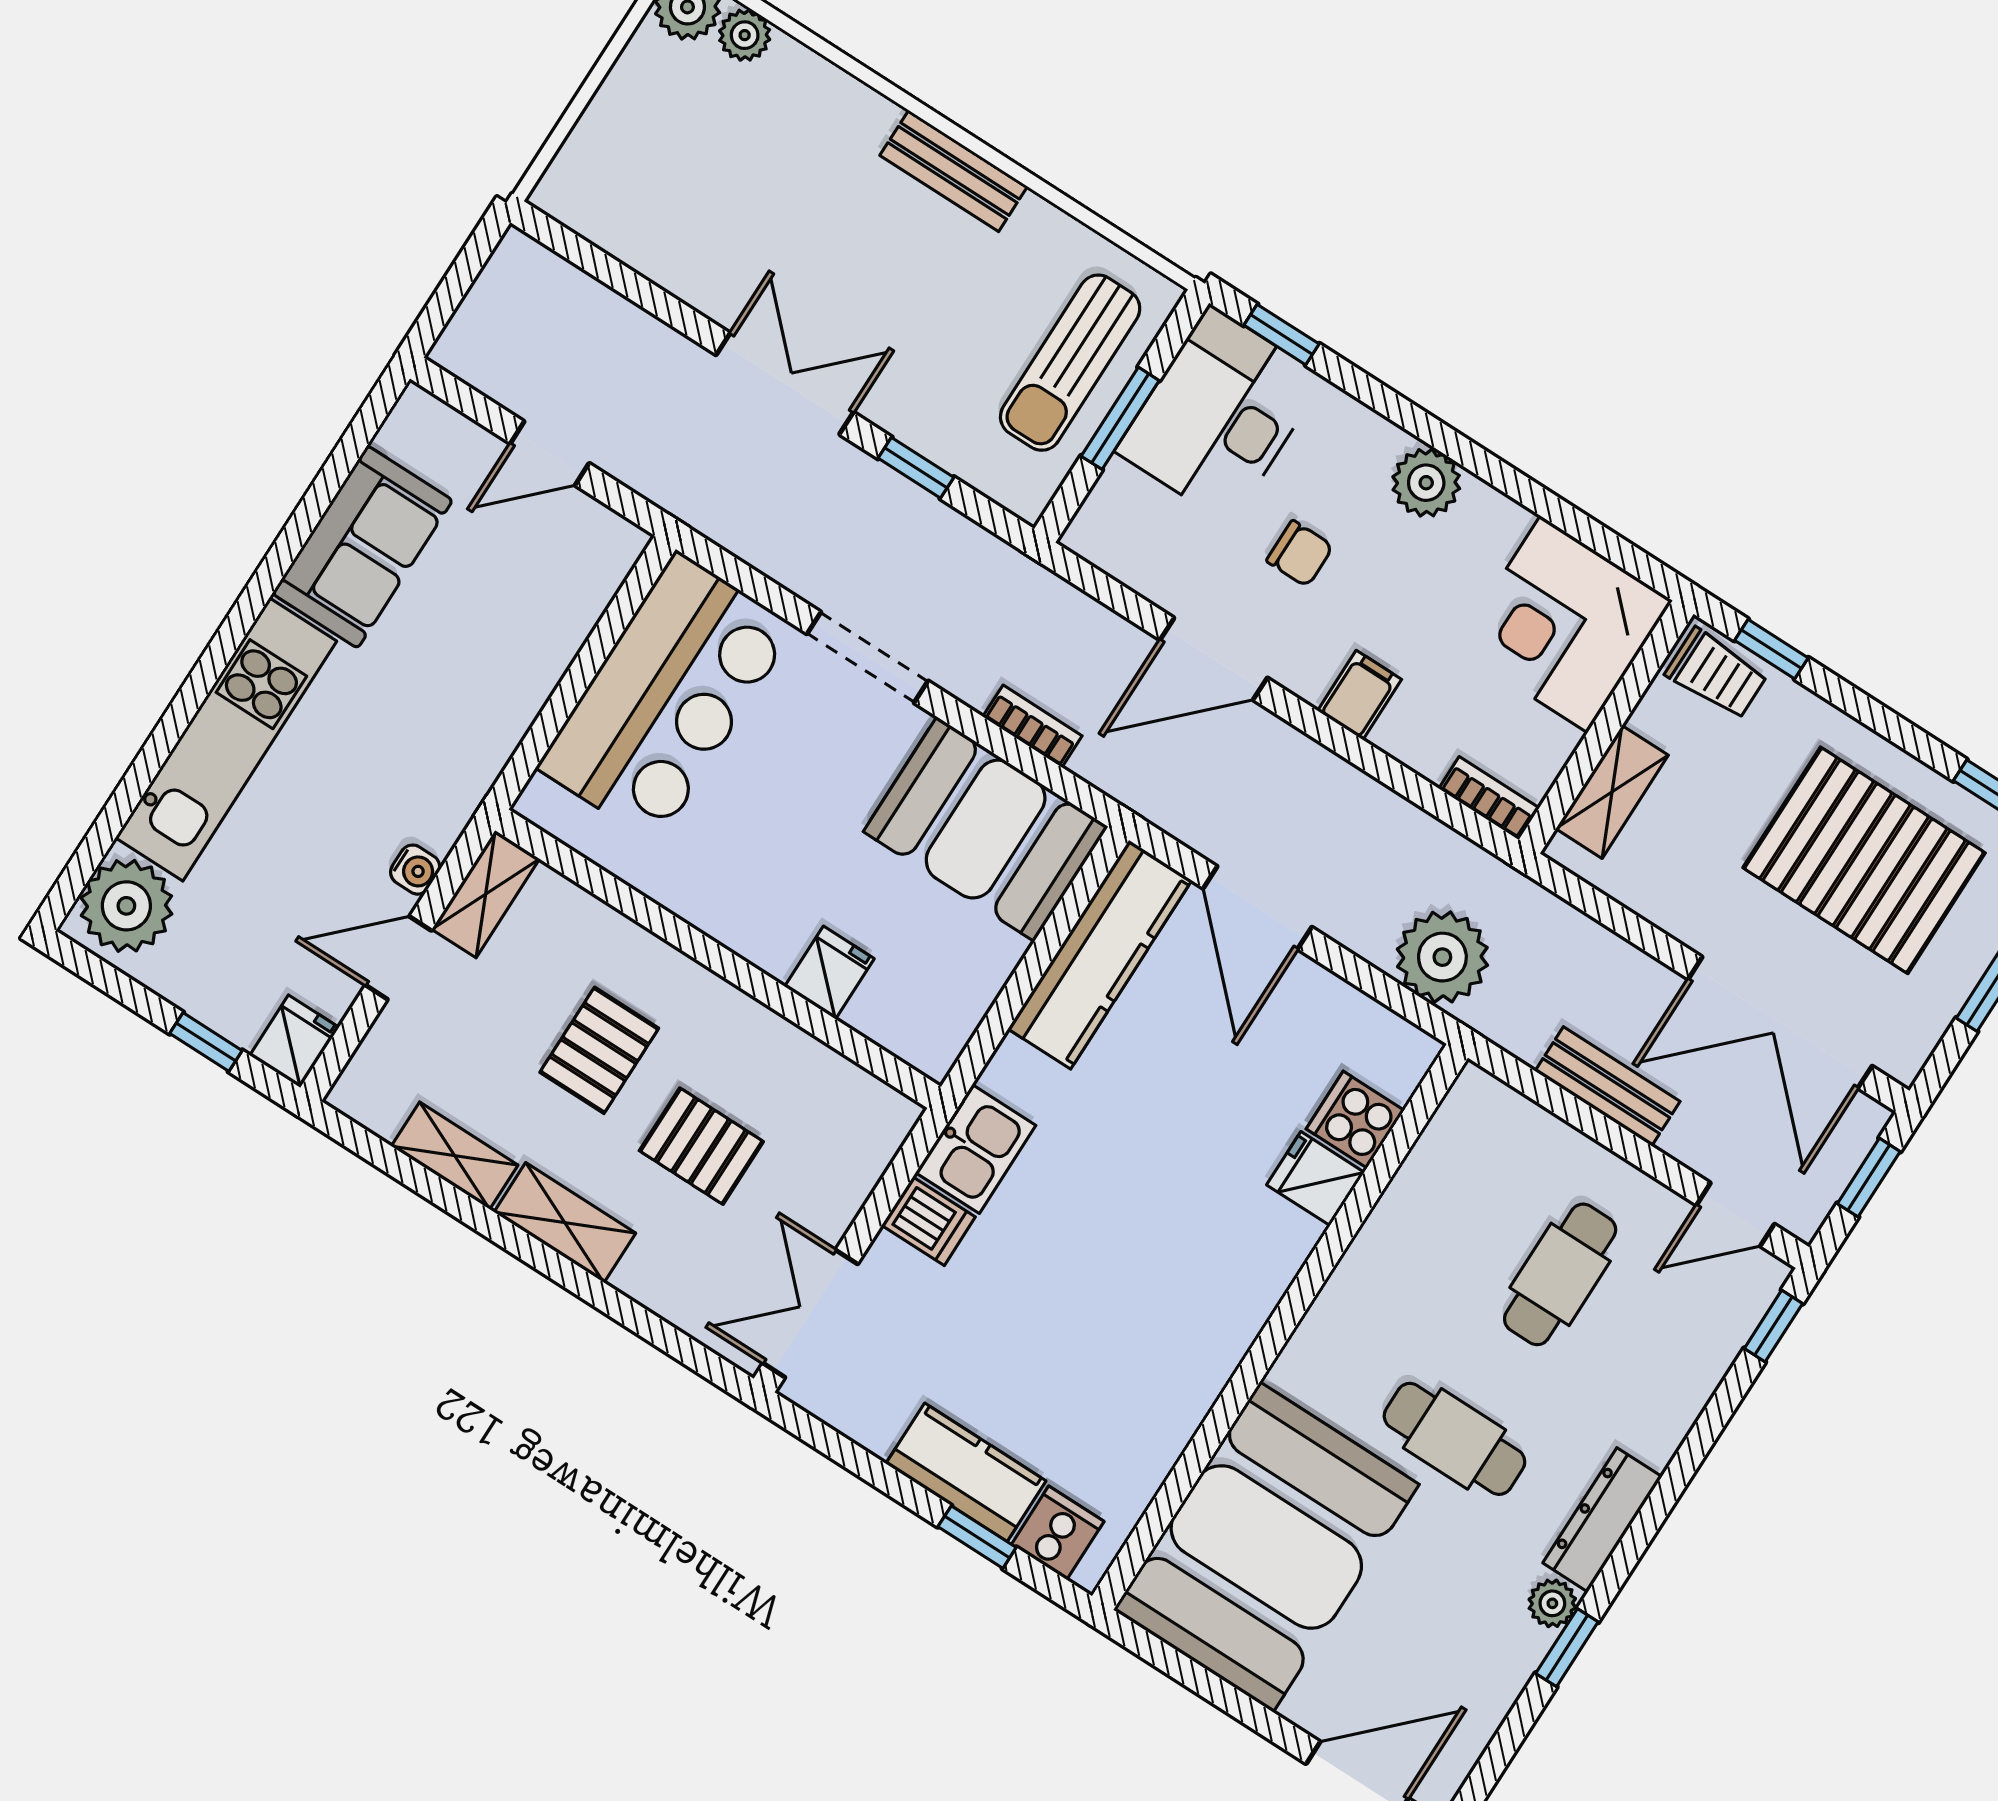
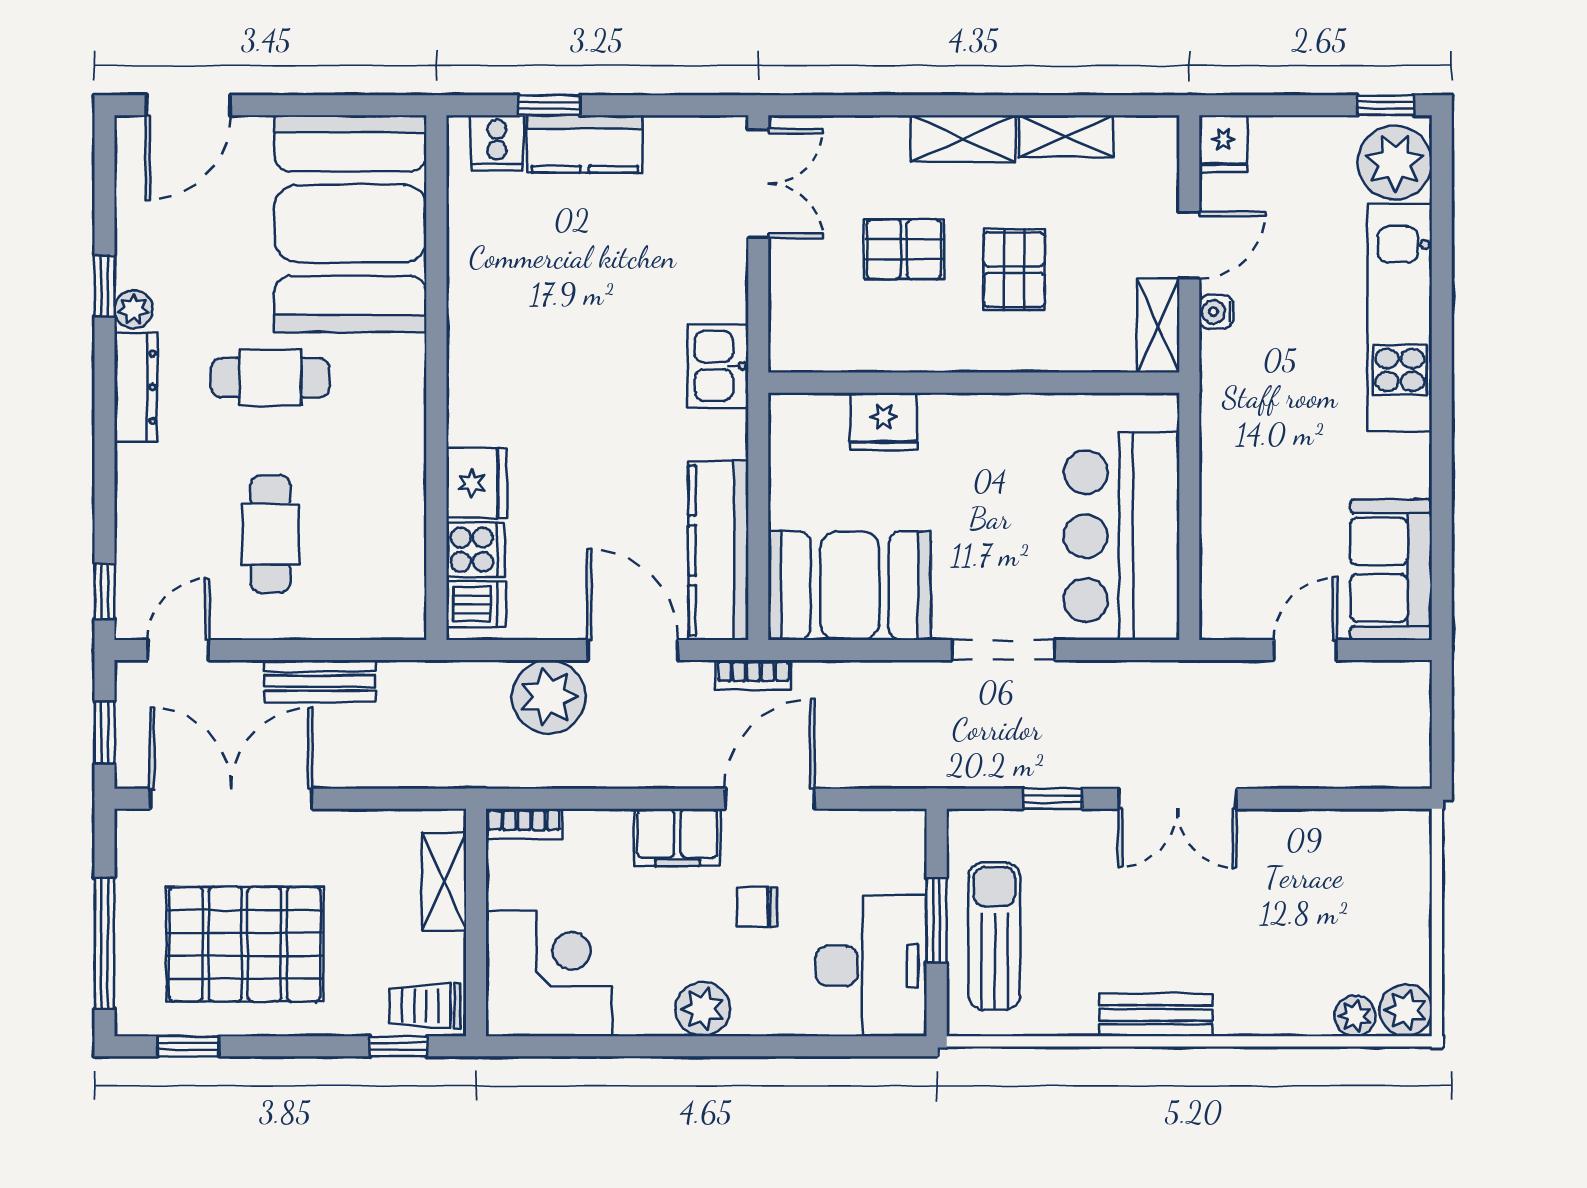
window: (1281, 335) -> (864, 1046), removed
sofa: (362, 547) -> (1391, 570), moved
filing cabinet: (1360, 695) -> (677, 837), width x2.00
bookcase: (1032, 726) -> (753, 675), moved
plant: (1442, 957) -> (549, 697), moved
fridge: (829, 973) -> (883, 421), width x1.38
window: (206, 1042) -> (1386, 105), moved
fridge: (1315, 1179) -> (477, 483), width x1.38
dishwasher: (929, 1221) -> (476, 604), moved, turned 180

